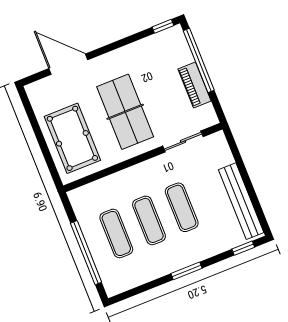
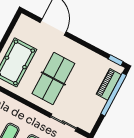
piano: (195, 85) -> (109, 84), moved

